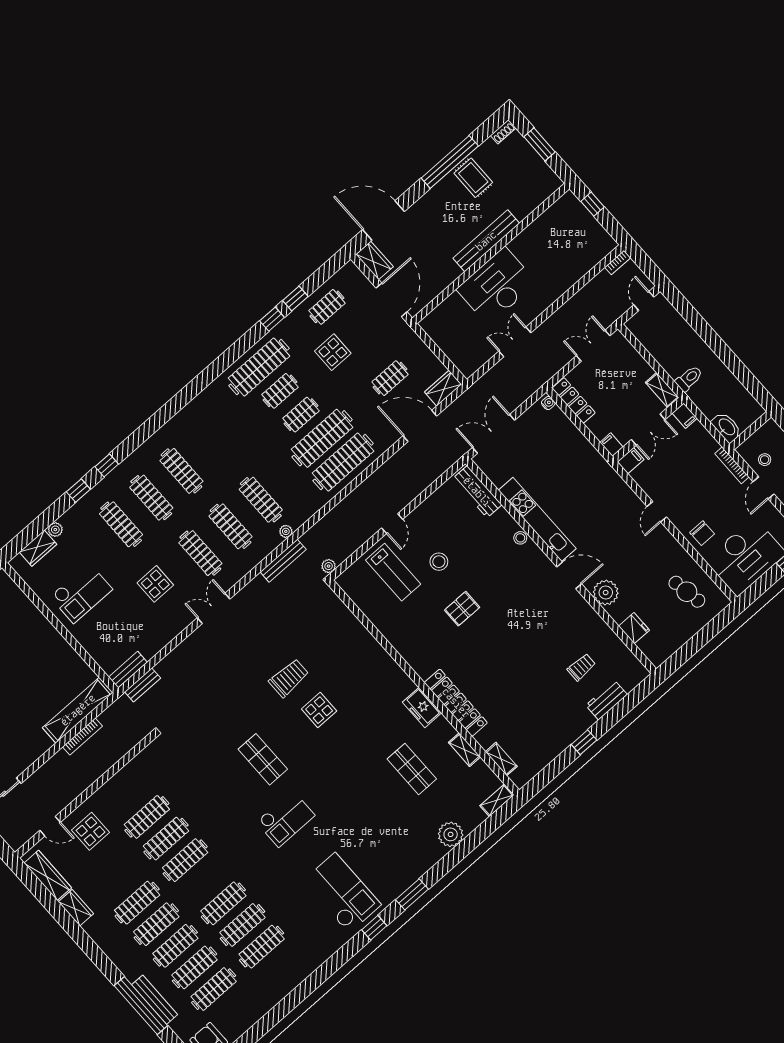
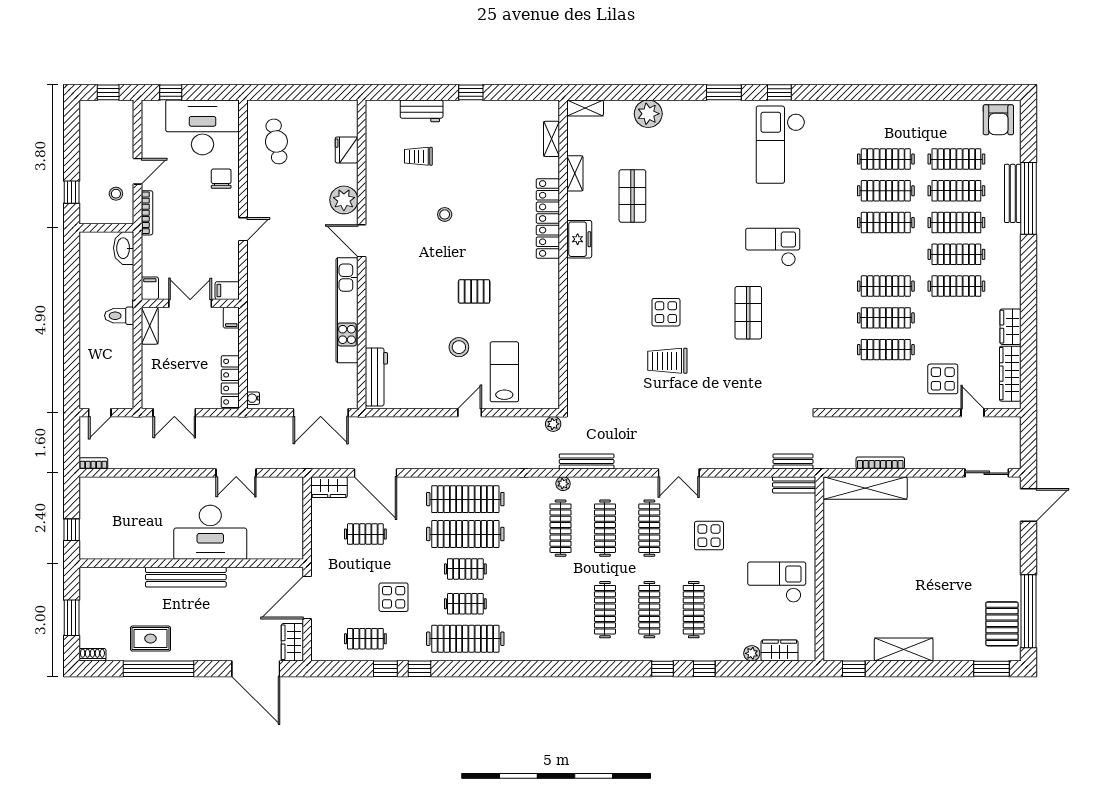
rug: (473, 178) -> (151, 639), turned 90
stool: (520, 538) -> (445, 214), moved

